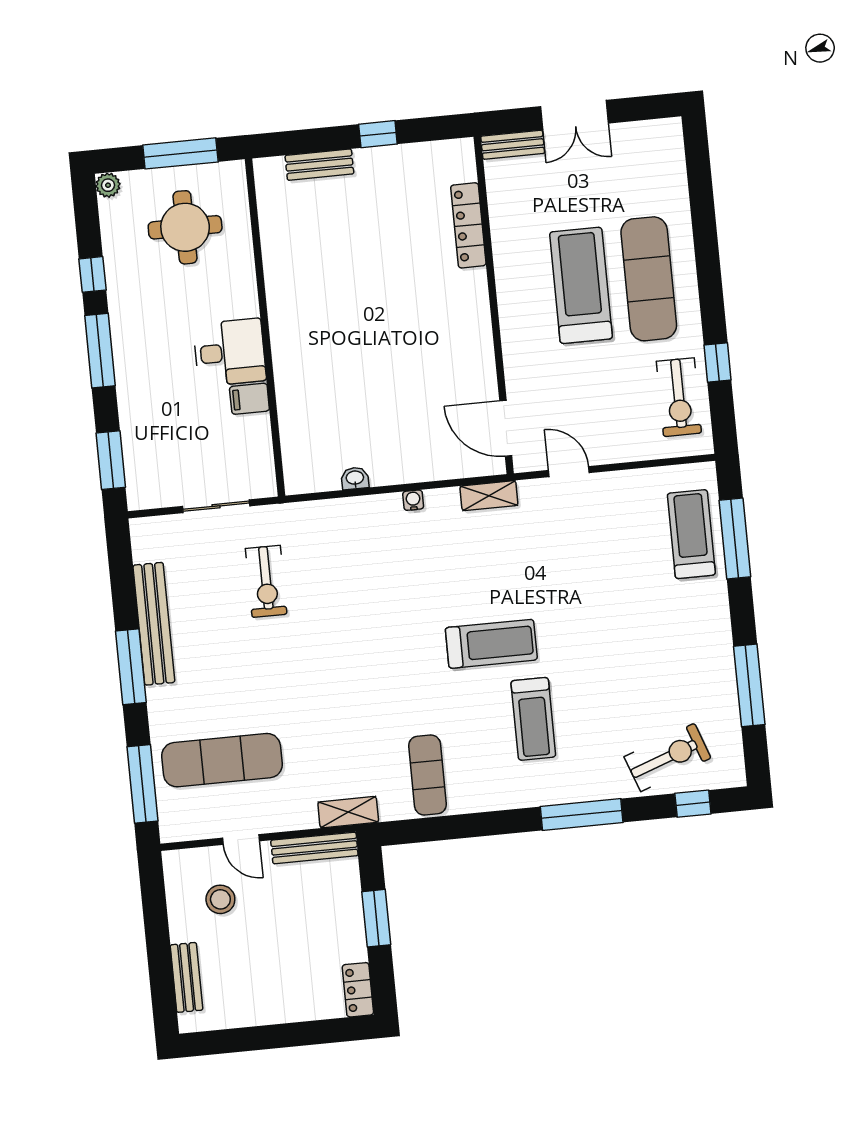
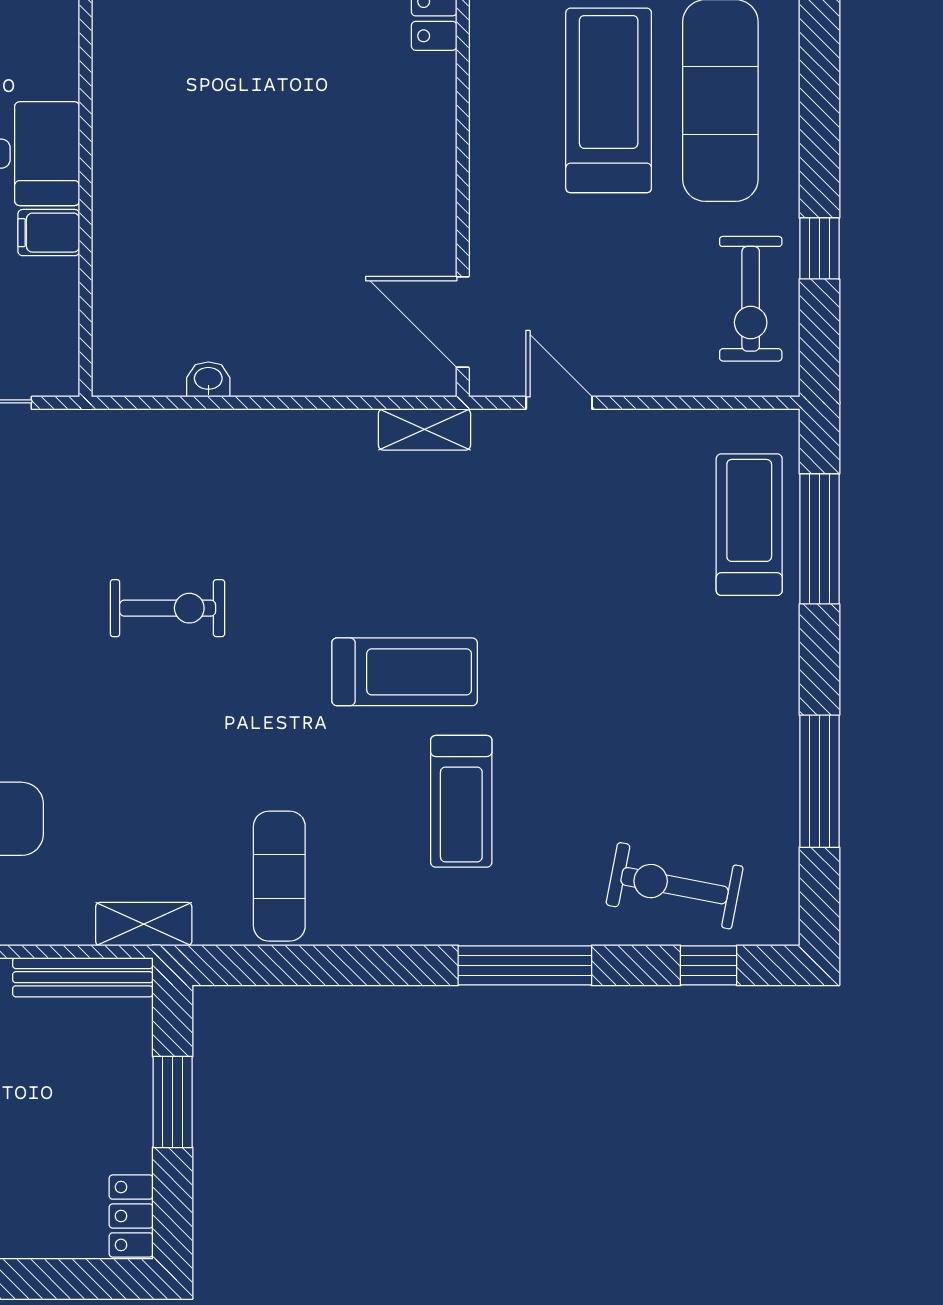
water cooler: (413, 500) -> (300, 425), removed
exercise bike: (266, 581) -> (168, 608), moved, turned -90
exercise bike: (668, 757) -> (675, 886), turned -149

